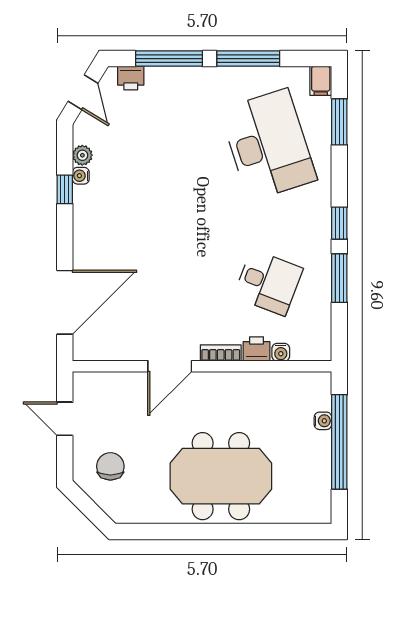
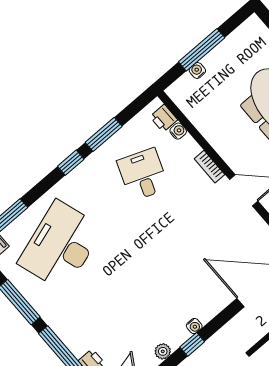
water cooler: (81, 176) -> (194, 326), moved
printer: (257, 349) -> (164, 118), moved
window: (339, 442) -> (202, 50), width x0.68

